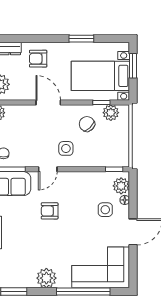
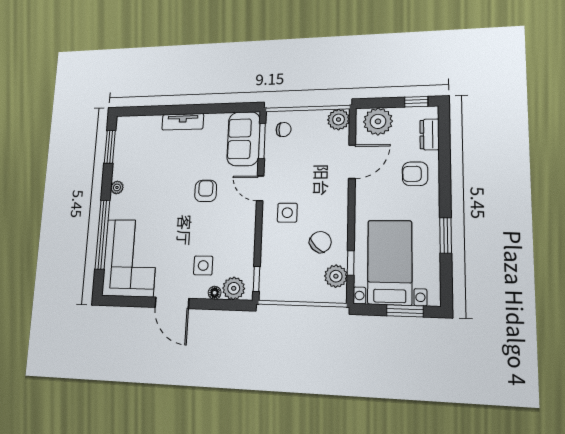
armchair: (38, 59) -> (415, 174), turned -90
door: (48, 103) -> (352, 162), moved
plant: (46, 278) -> (117, 187), width x0.53, depth x0.53

